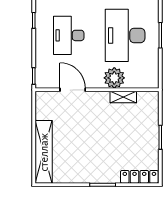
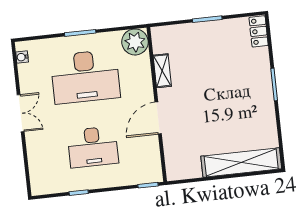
plant: (114, 78) -> (135, 42), moved
door: (73, 90) -> (158, 118), moved
locker: (139, 177) -> (259, 31), width x0.66

